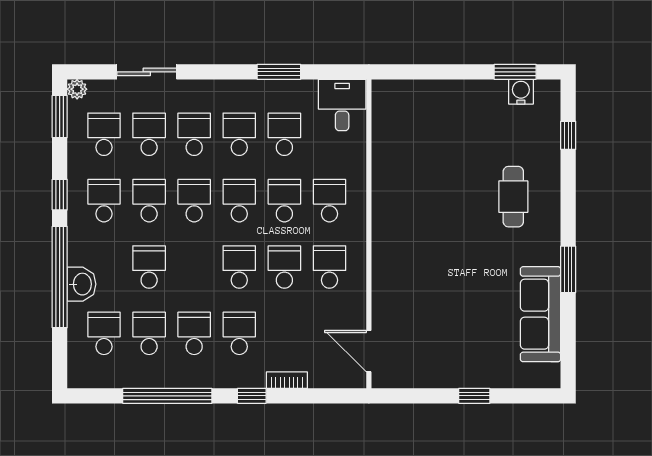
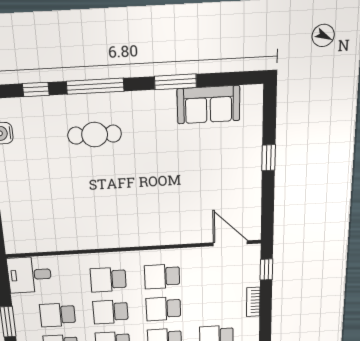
window: (568, 201) -> (95, 86), added
window: (568, 269) -> (175, 82), moved
sofa: (541, 314) -> (209, 105), width x0.73
door: (369, 351) -> (230, 243), swing flipped
window: (252, 396) -> (266, 269), moved

